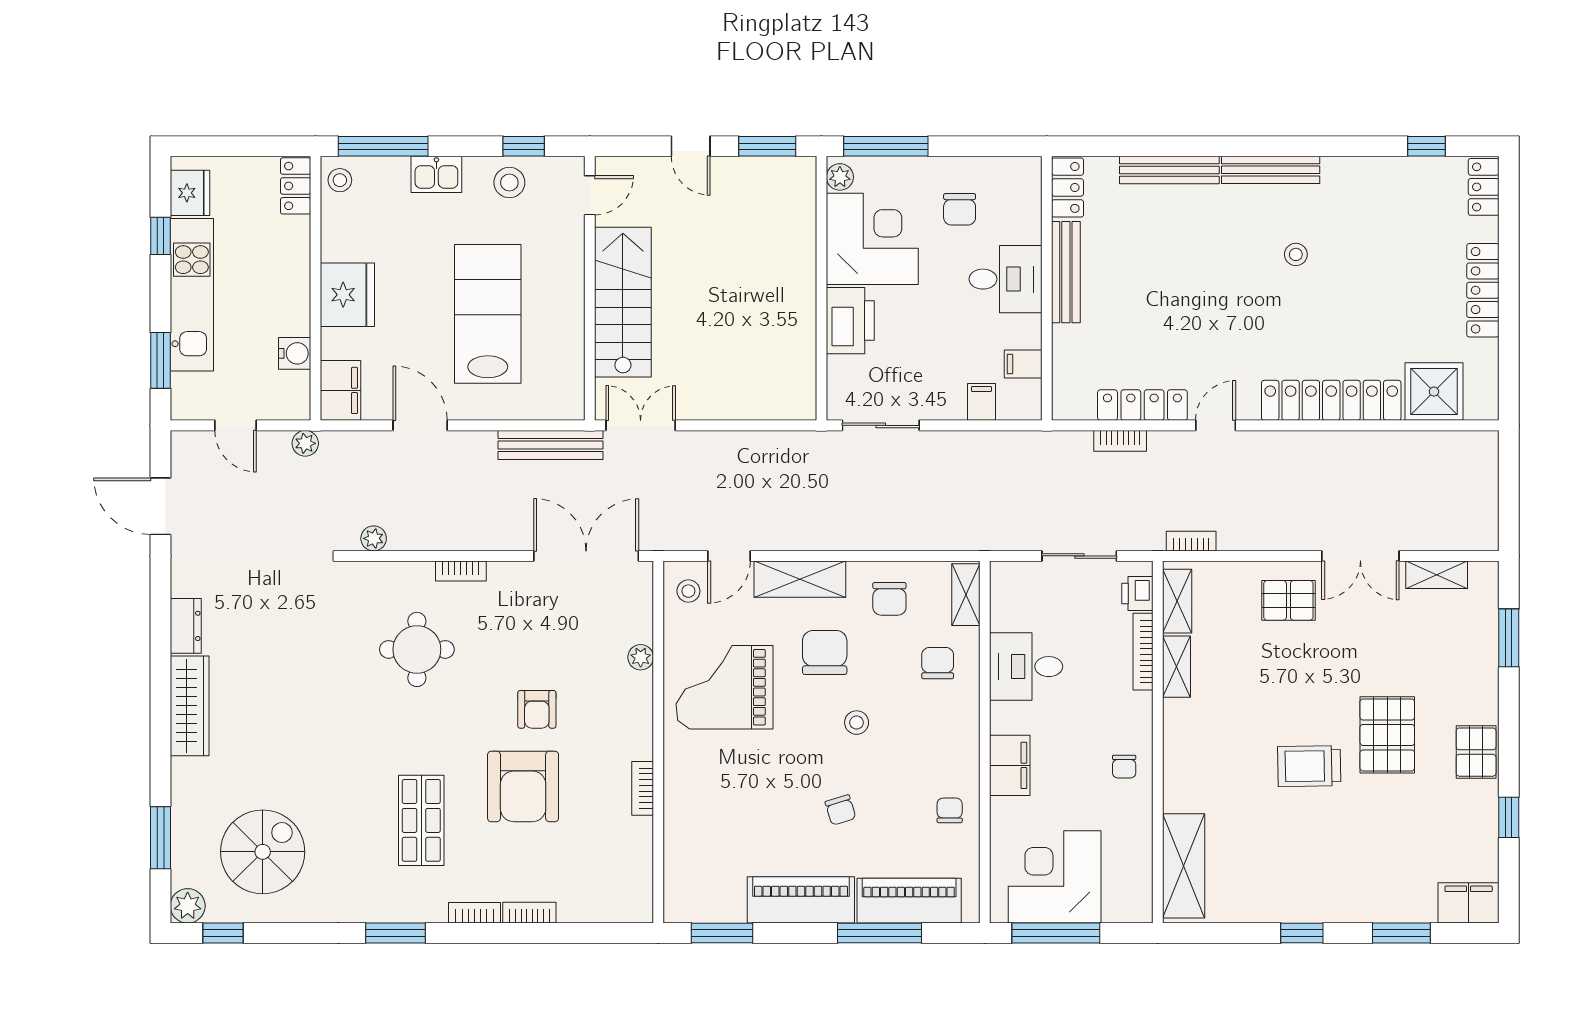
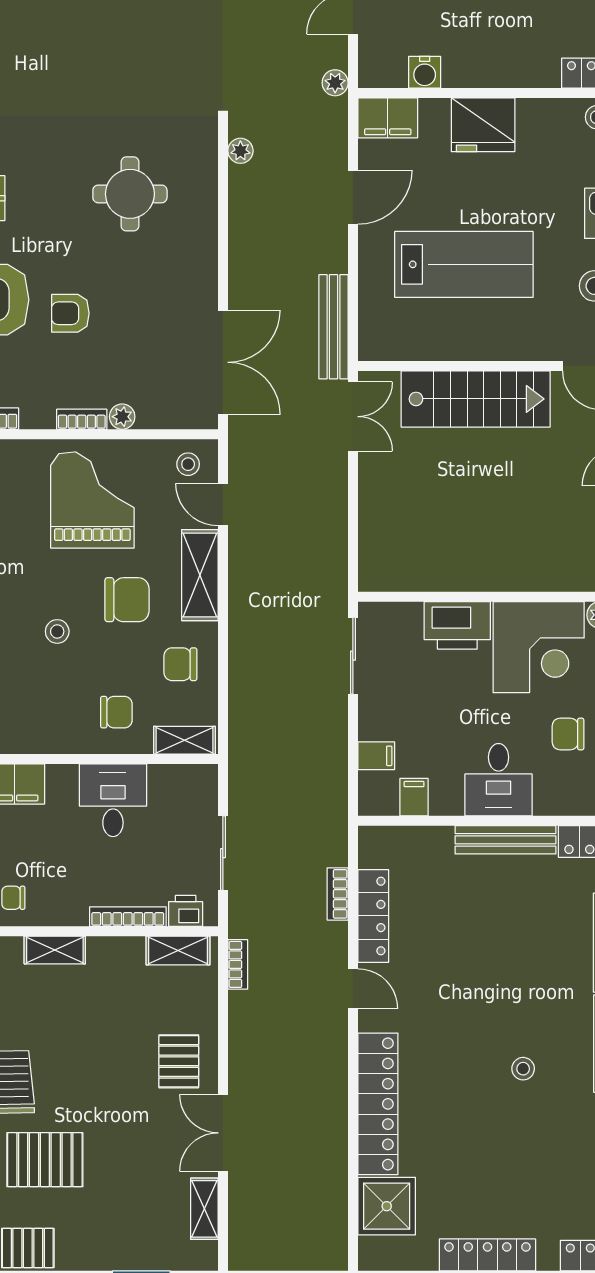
bookcase: (461, 571) -> (82, 419), moved, turned 90
shelving: (1177, 667) -> (55, 950), moved

